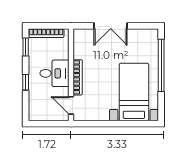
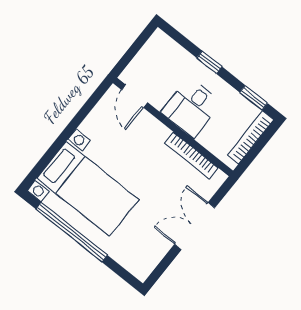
window: (161, 65) -> (72, 232), moved
bookcase: (78, 77) -> (191, 155), moved
door: (71, 105) -> (134, 96), swing flipped

